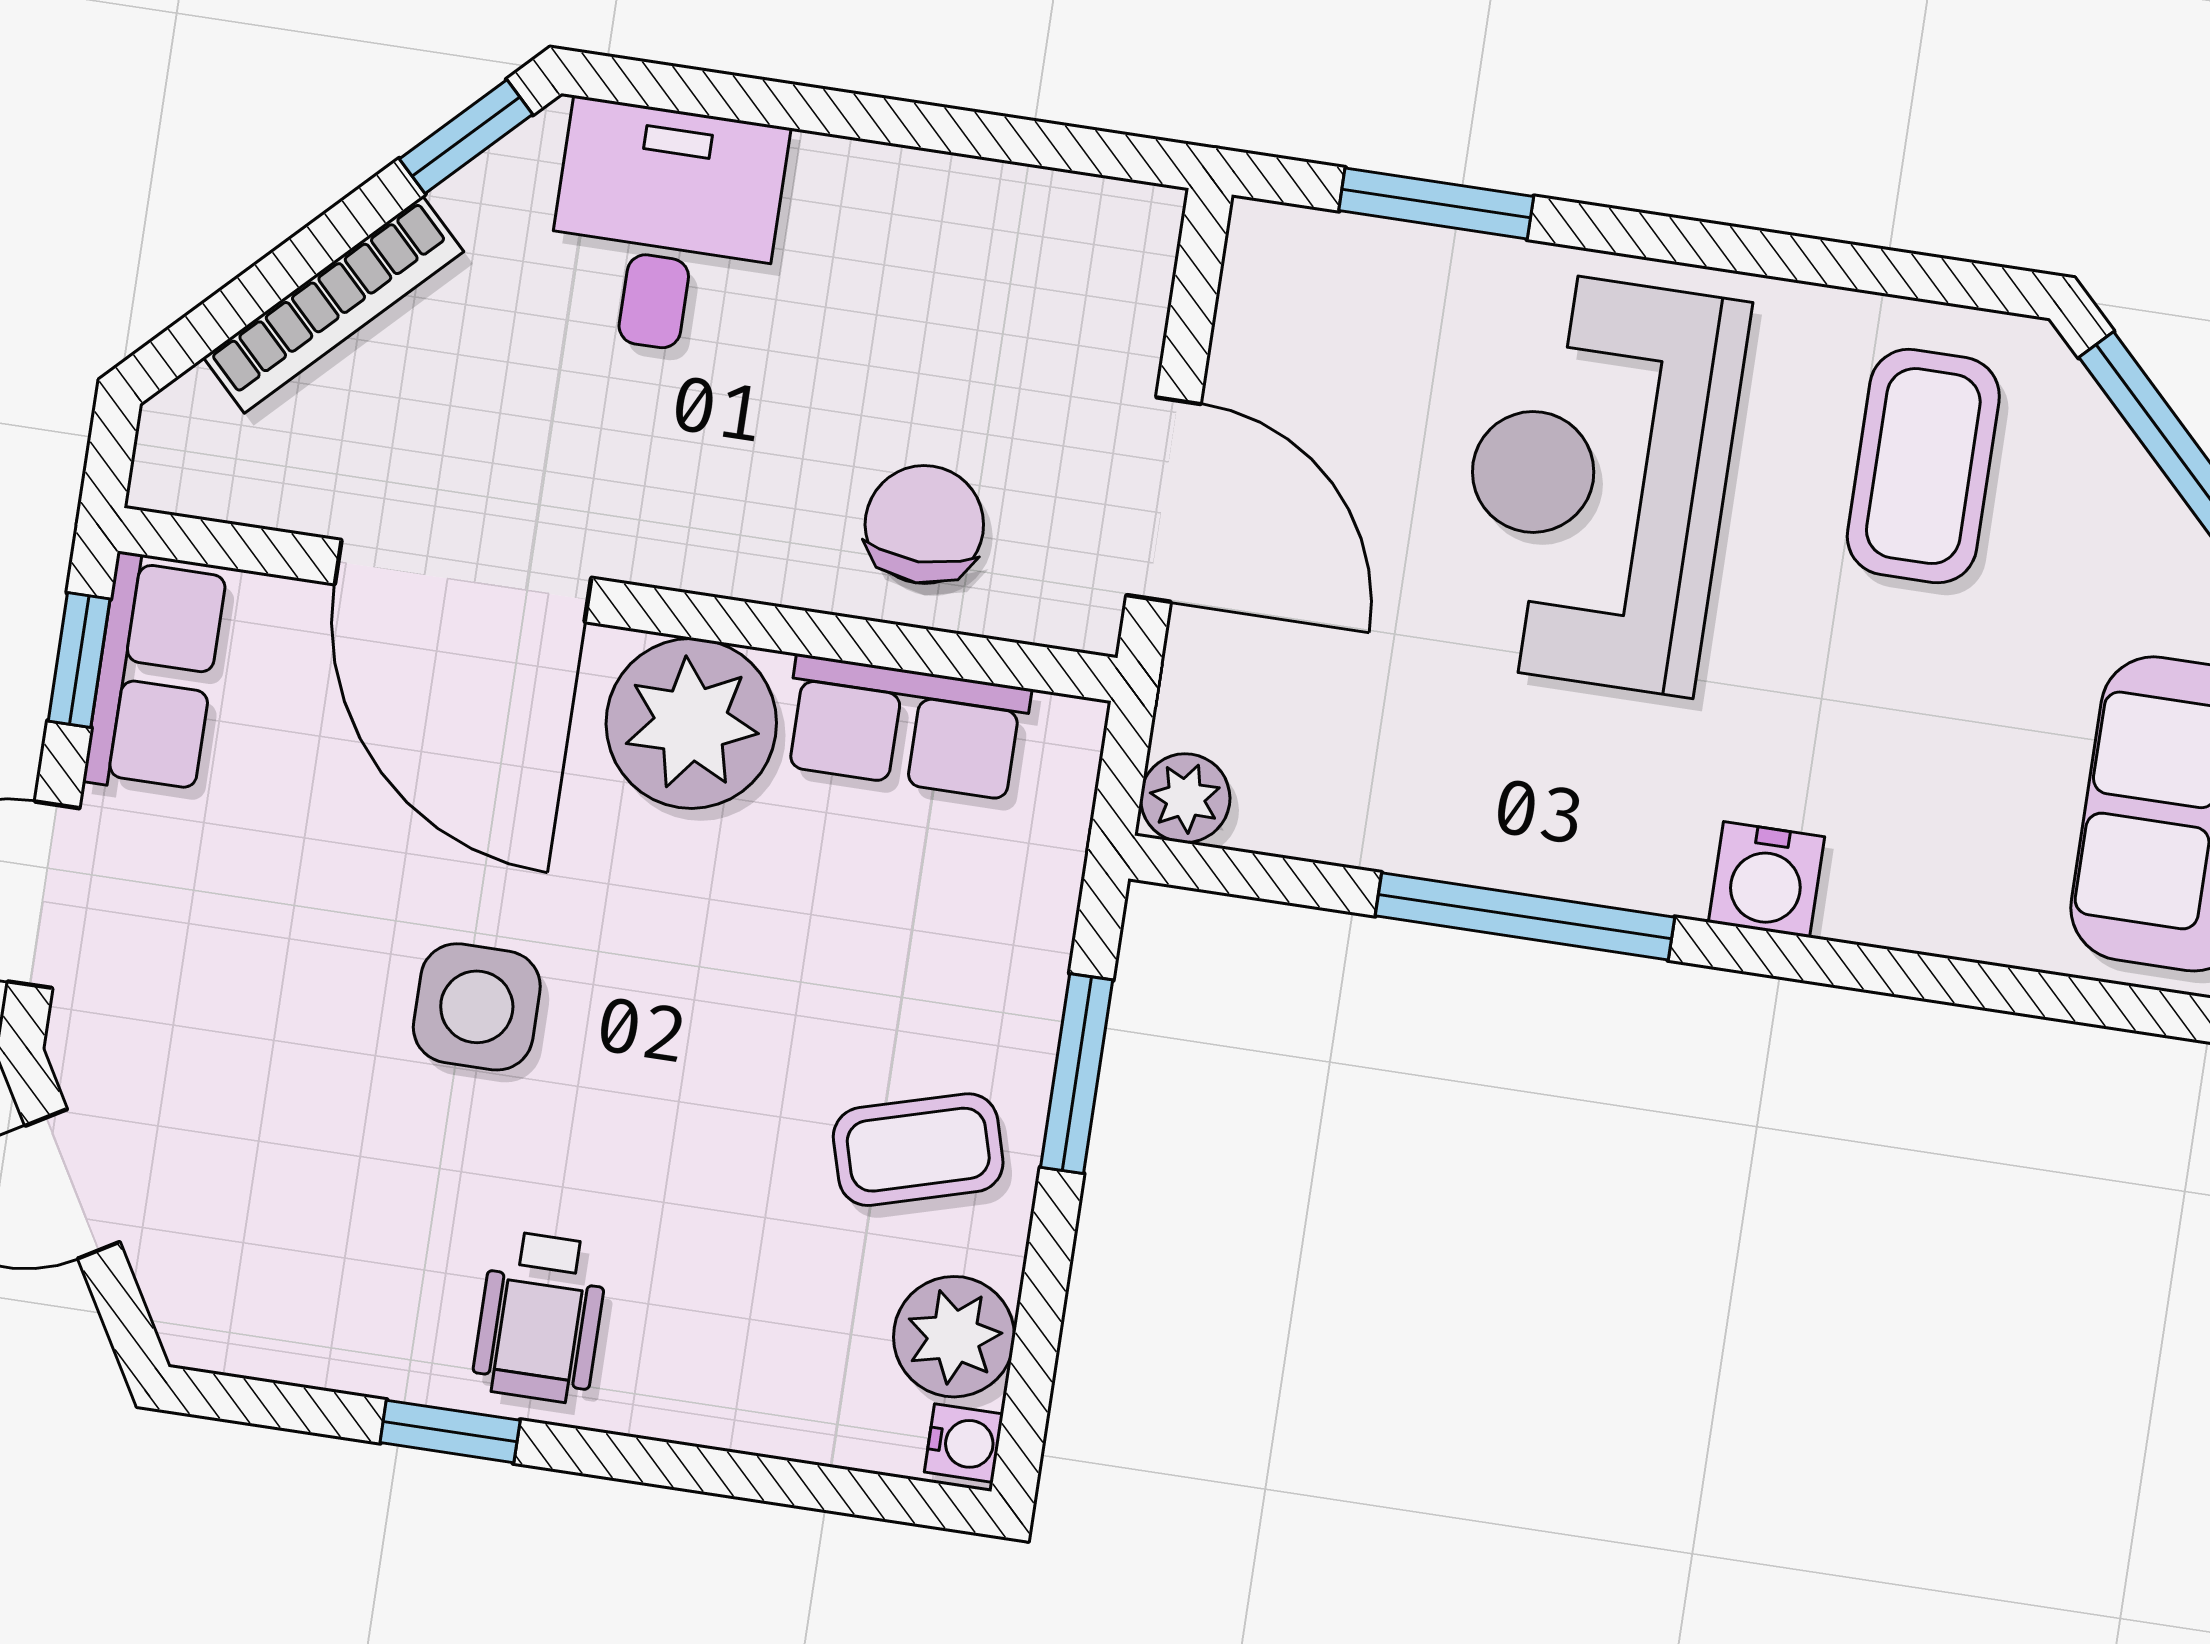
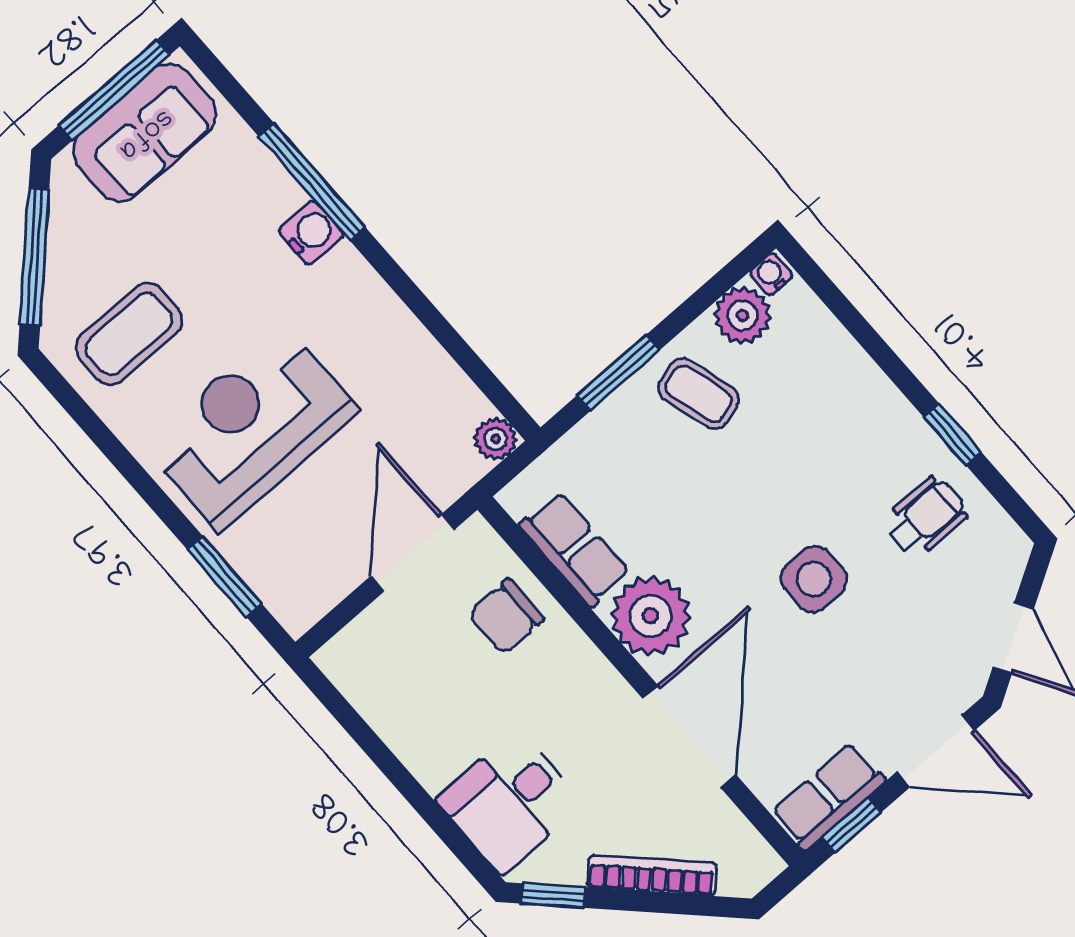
reception desk: (1598, 482) -> (251, 427), turned 180
window: (1525, 916) -> (312, 182), moved
wheelchair: (540, 1317) -> (926, 517), moved

